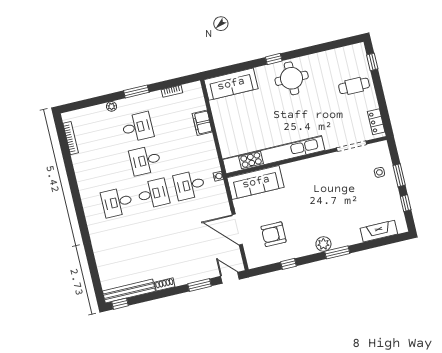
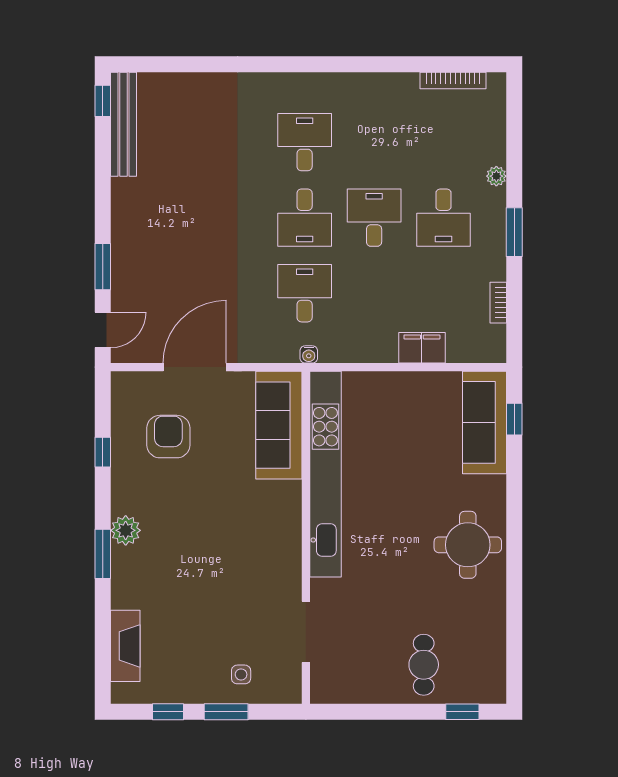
window: (274, 59) -> (514, 419), moved
locker: (376, 122) -> (342, 692), removed
shoe rack: (165, 284) -> (120, 198), removed

